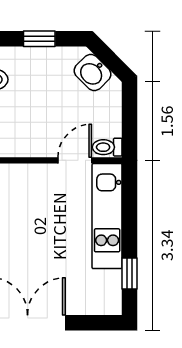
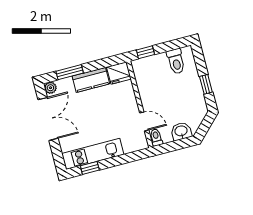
washbasin: (93, 72) -> (181, 131), moved, turned 45
kitchen unit: (107, 216) -> (93, 154), moved

